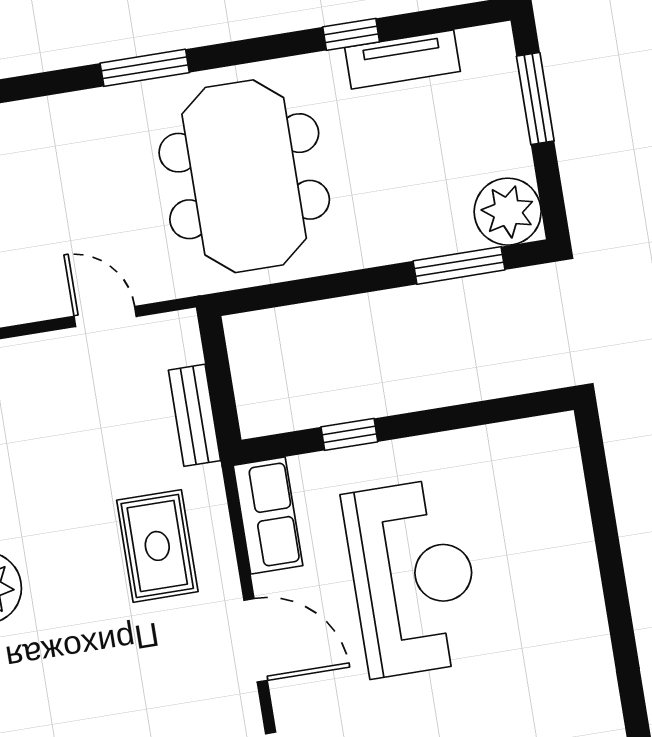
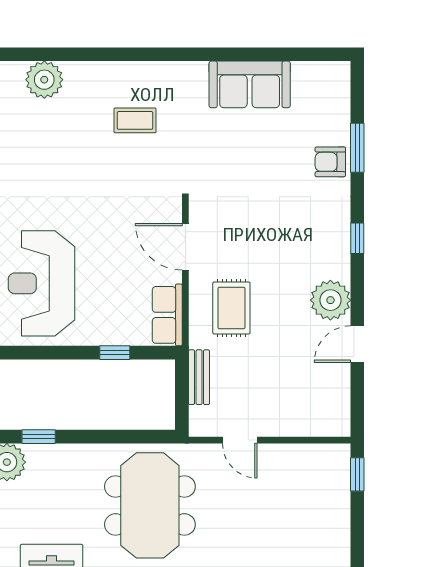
window: (459, 265) -> (39, 437), width x0.67
reception desk: (413, 578) -> (42, 283), moved

